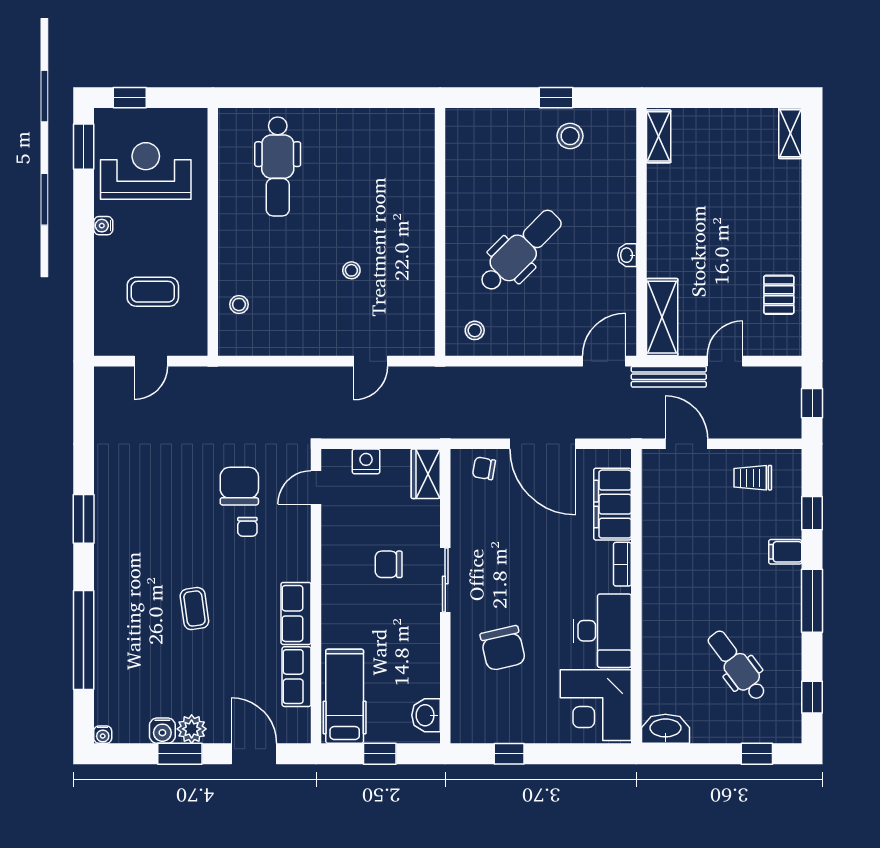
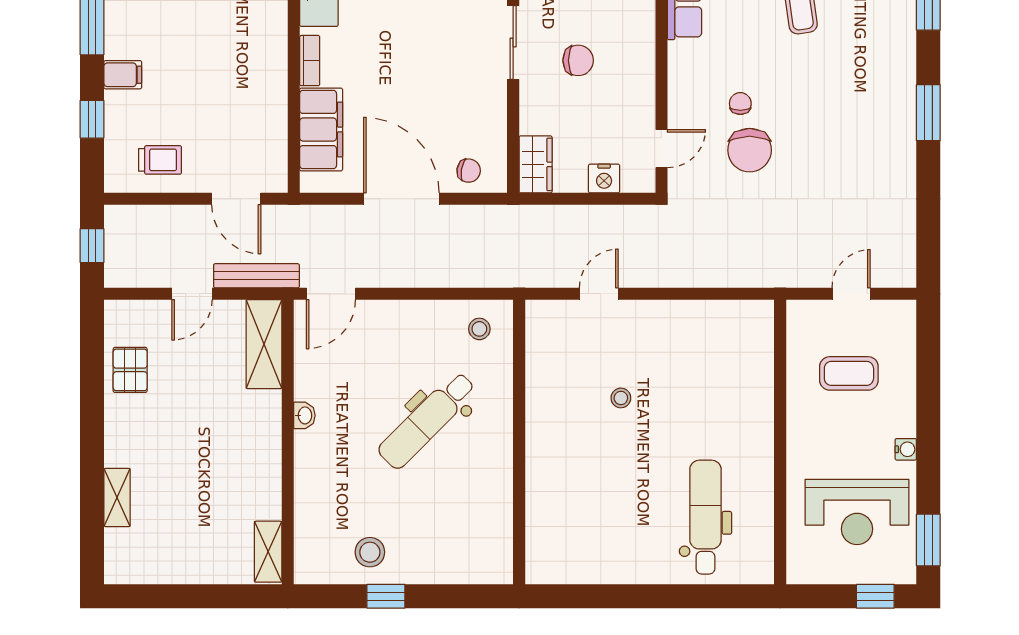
shelving: (790, 133) -> (117, 498), moved
stool: (239, 304) -> (750, 359), removed

